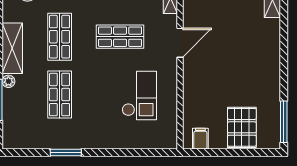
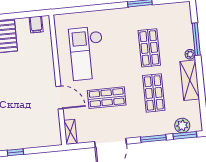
door: (180, 43) -> (59, 98), swing flipped
checkout: (139, 96) -> (87, 53), width x1.36, depth x1.21

